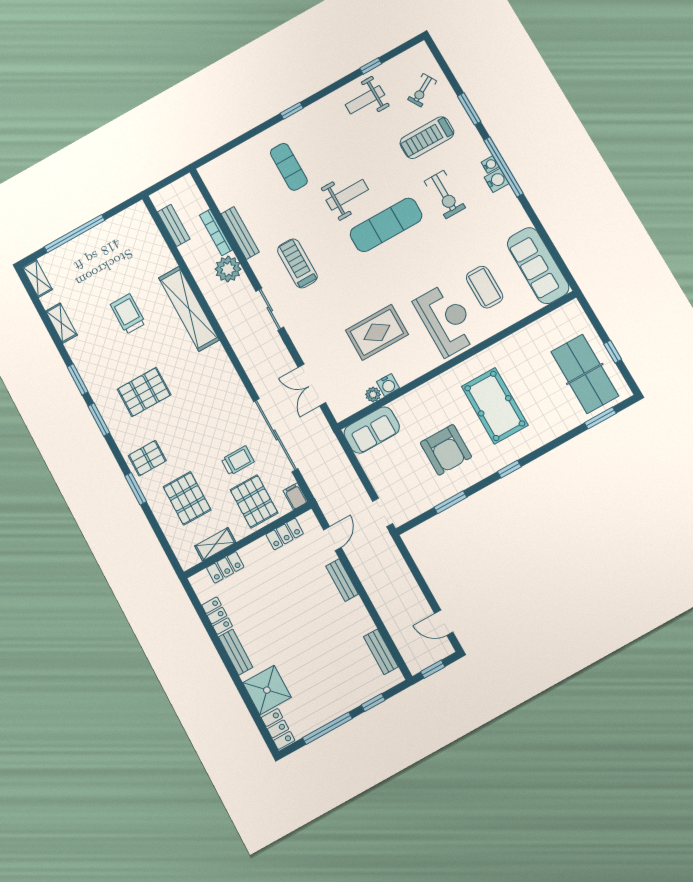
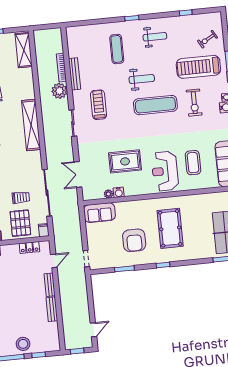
weight bench: (365, 100) -> (155, 37), moved, turned 180
treadmill: (427, 138) -> (198, 67), width x1.37, depth x1.38
bench: (174, 225) -> (40, 53), removed
shelving: (147, 232) -> (24, 50), added
shelving: (189, 309) -> (31, 125), moved
reception desk: (446, 320) -> (165, 171), turned 180
door: (444, 623) -> (93, 330), swing flipped
bench: (381, 652) -> (52, 309), moved
stool: (340, 695) -> (23, 344), added

